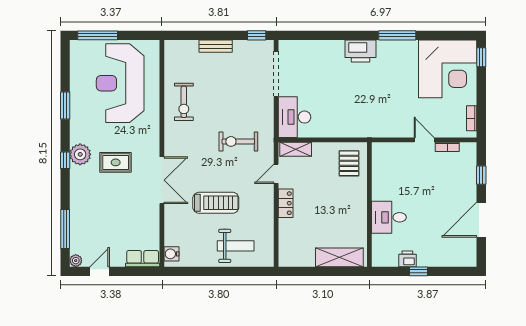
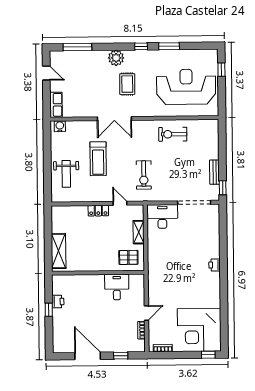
window: (98, 35) -> (221, 70), width x0.46
window: (397, 35) -> (224, 292), removed
bench: (216, 46) -> (214, 172), moved
printer: (360, 51) -> (215, 265), width x0.53, depth x0.68
exercise bike: (238, 141) -> (144, 175), turned 180
shelving: (296, 149) -> (139, 232), moved
plant: (80, 154) -> (116, 58), moved
window: (65, 160) -> (141, 46), moved
desk: (389, 217) -> (117, 287), moved
plant: (76, 261) -> (54, 55), removed

